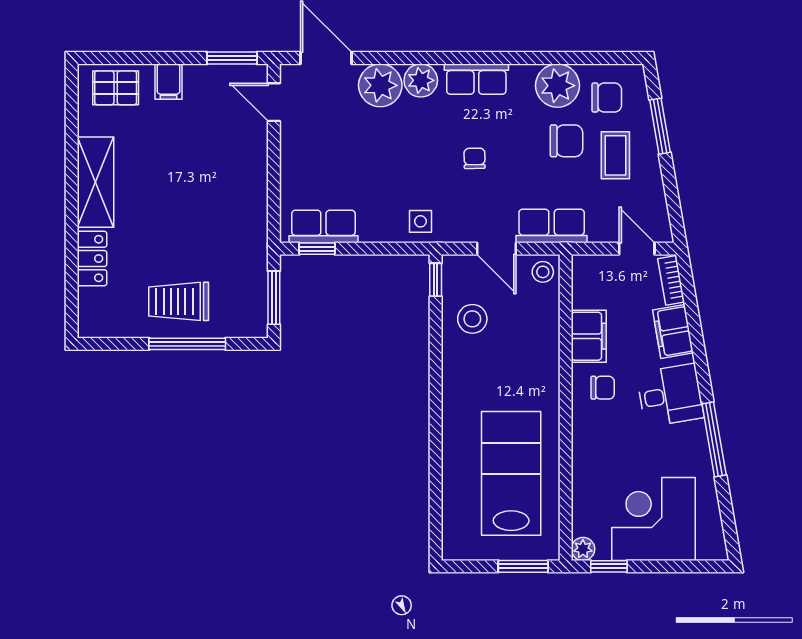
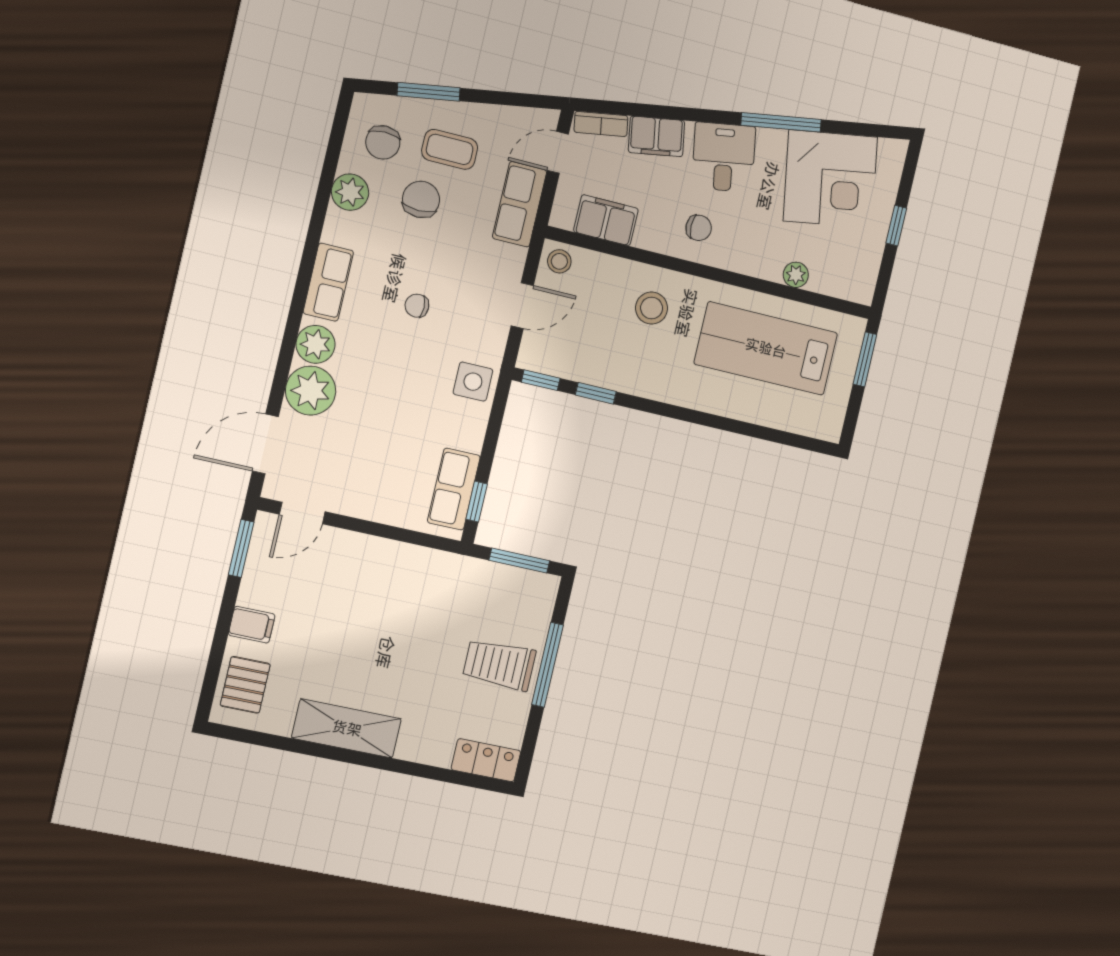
plant: (557, 86) -> (350, 192), width x0.73, depth x0.73
chair: (607, 98) -> (383, 142), turned 180
side table: (420, 221) -> (473, 382), width x1.37, depth x1.37
row of seats: (552, 226) -> (520, 204), moved
locker: (92, 259) -> (486, 760), moved
trolley: (179, 301) -> (499, 665), turned 90
stool: (472, 319) -> (652, 308), moved
window: (436, 331) -> (596, 393), added
filing cabinet: (589, 336) -> (606, 220), moved
chair: (603, 388) -> (699, 228), turned 90
corner desk: (654, 519) -> (830, 179), moved, turned -100
plant: (583, 549) -> (796, 275), moved
window: (609, 566) -> (896, 226), moved

